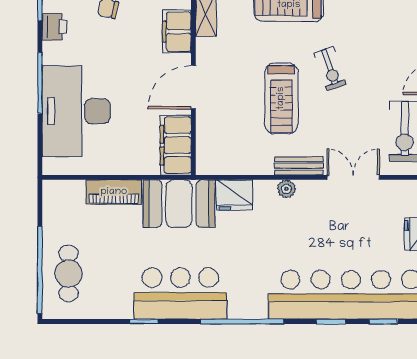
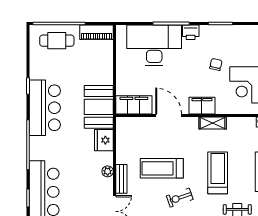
printer: (54, 27) -> (191, 32), moved
piano: (114, 192) -> (97, 32), moved, turned -90

